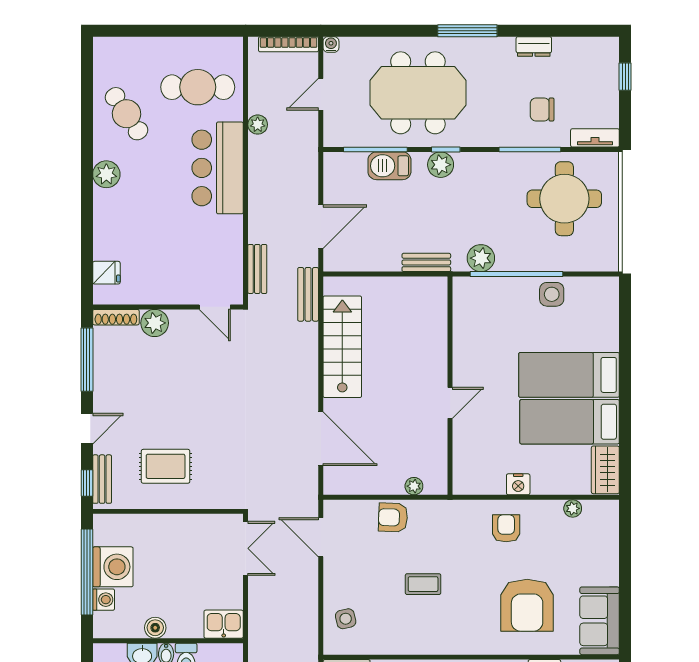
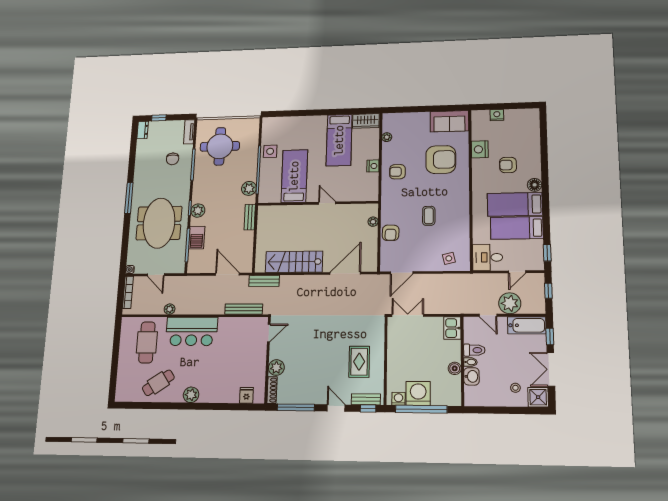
dresser: (534, 47) -> (143, 130), moved
bench: (257, 269) -> (244, 309), width x1.36
bed: (569, 375) -> (294, 176), moved, turned 180
washing machine: (104, 600) -> (399, 399), moved

